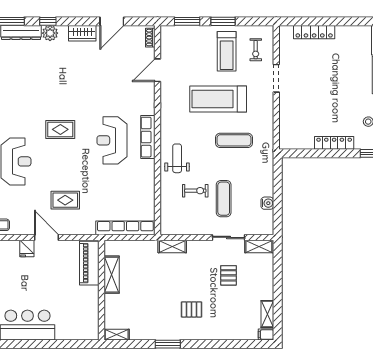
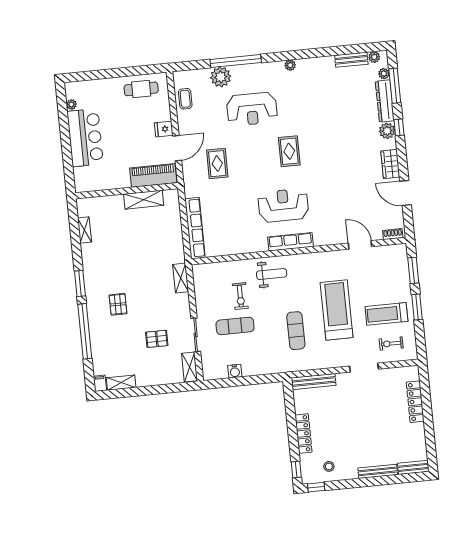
bench: (285, 128) -> (314, 382), added
piano: (89, 263) -> (153, 175), moved
shelving: (112, 275) -> (144, 200), moved
wall: (101, 290) -> (127, 191), moved
window: (214, 344) -> (85, 331), added

